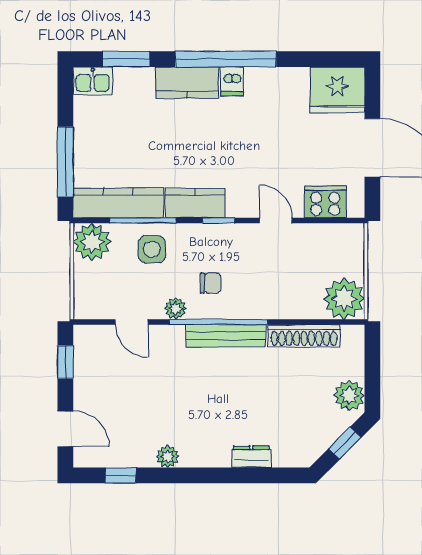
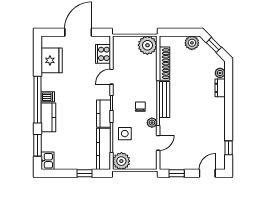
fridge: (337, 90) -> (52, 60), moved
window: (65, 162) -> (85, 173), width x0.46
plant: (168, 457) -> (220, 73), moved

